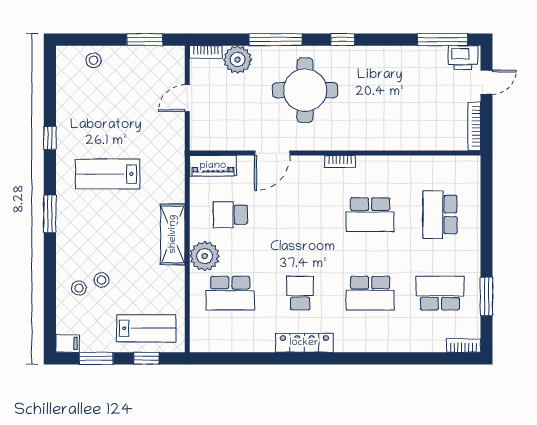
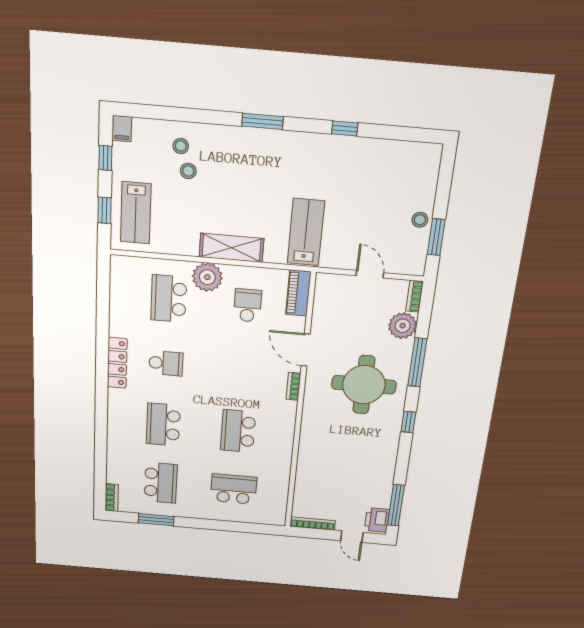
stool: (94, 60) -> (420, 220), moved
bookcase: (340, 162) -> (293, 386), moved
lab bench: (107, 174) -> (306, 232), moved
window: (96, 358) -> (105, 158), width x0.67

